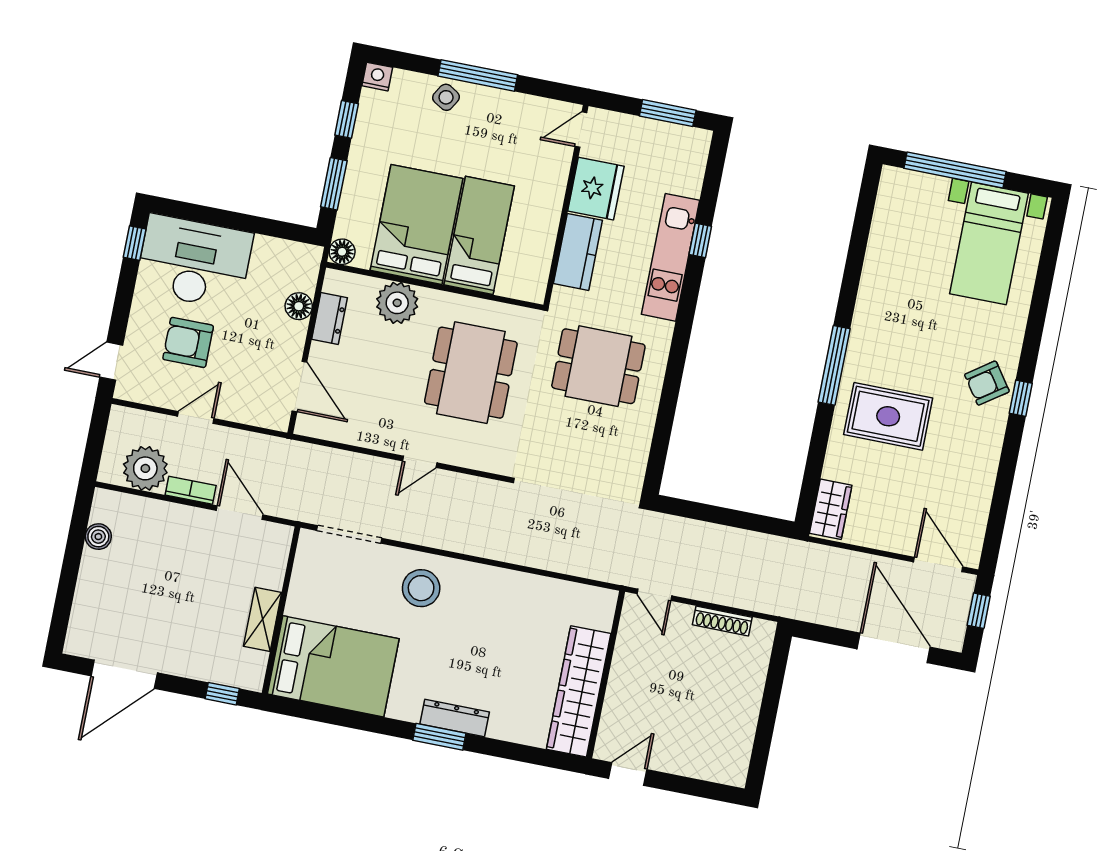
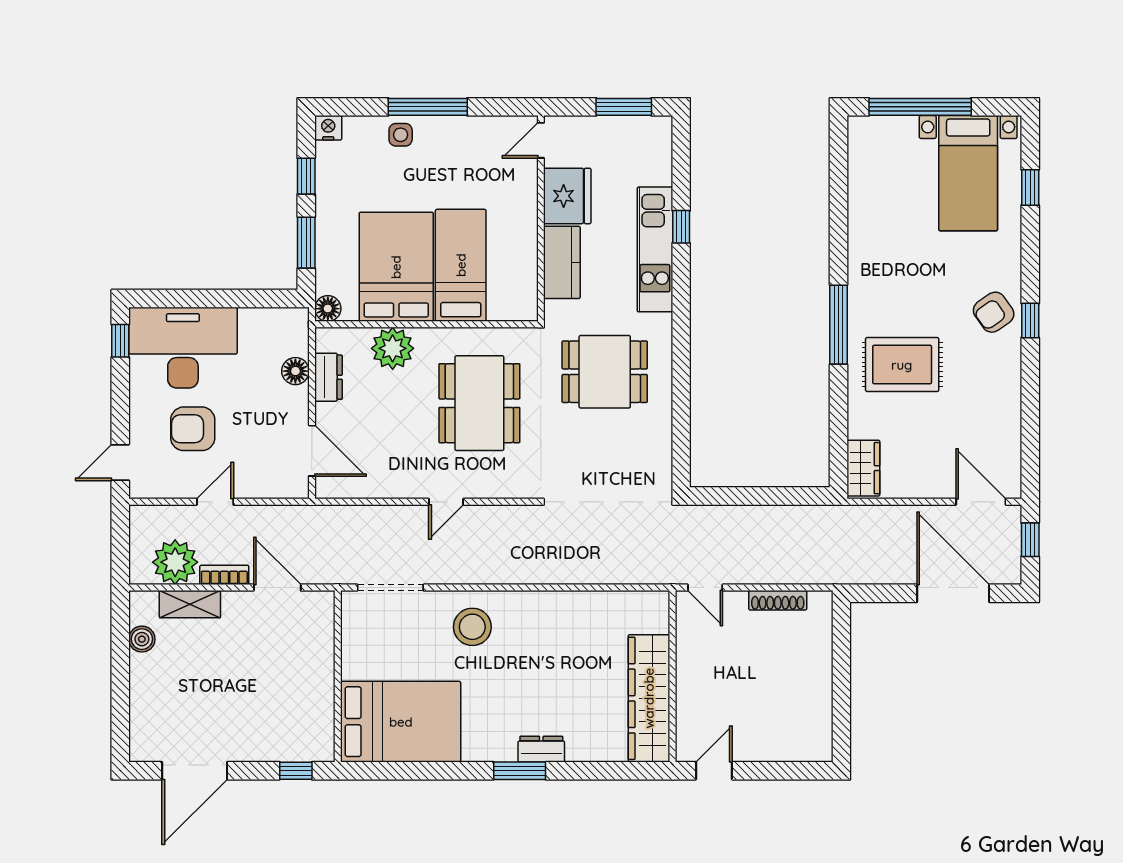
side table: (446, 97) -> (401, 135), turned -31
window: (1046, 269) -> (1030, 187), added
shelving: (263, 619) -> (190, 604), moved, turned 90
dresser: (455, 718) -> (541, 749), width x0.70

